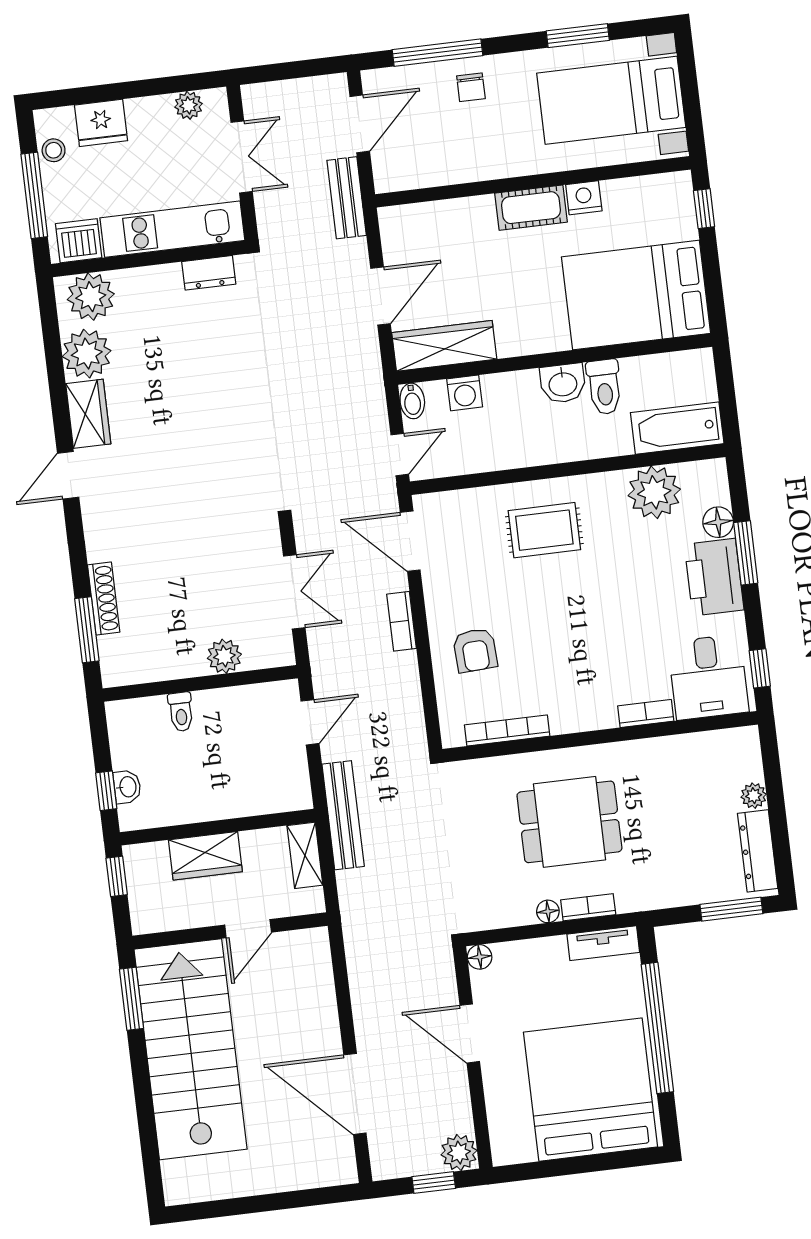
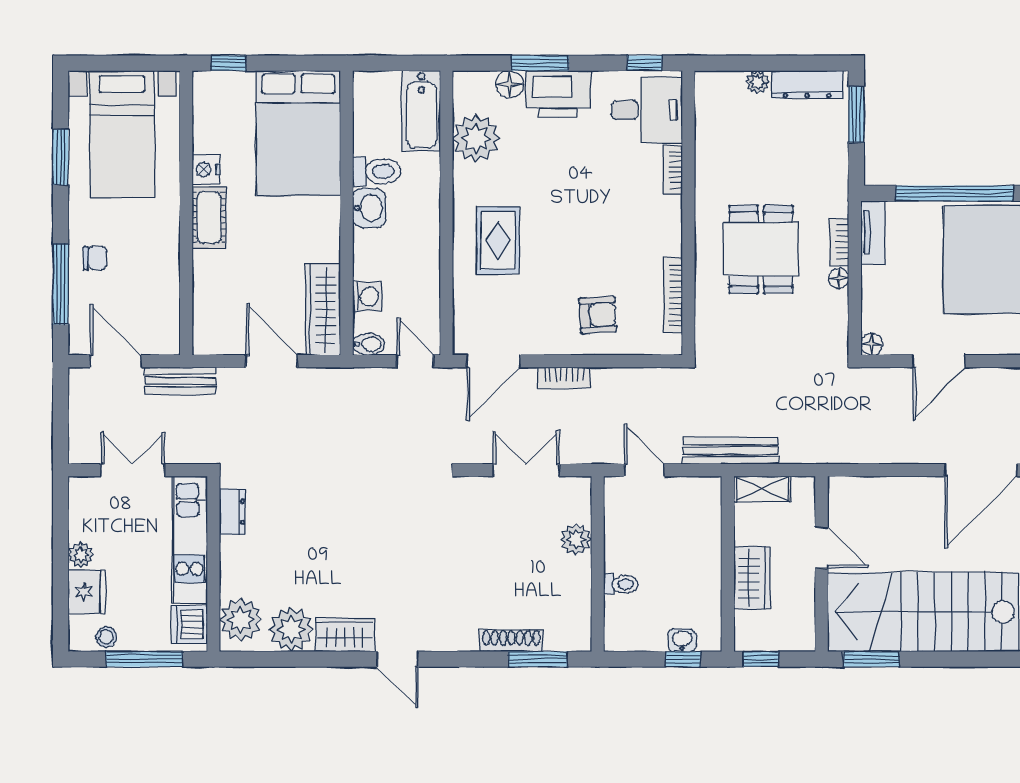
plant: (189, 105) -> (81, 555), moved

